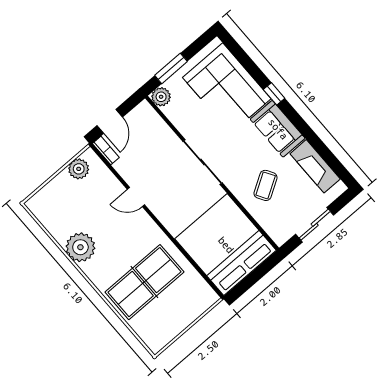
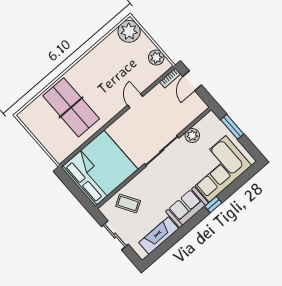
plant: (161, 97) -> (192, 135), moved
door: (110, 121) -> (192, 81), hinge flipped
coffee table: (266, 185) -> (128, 203), moved
plant: (80, 247) -> (129, 31), moved

